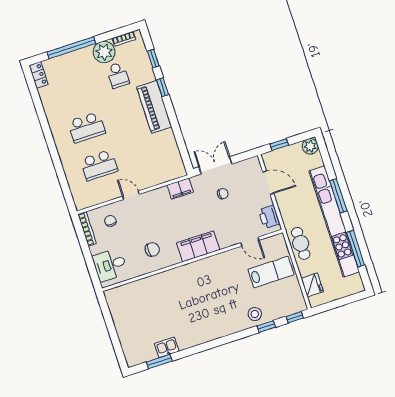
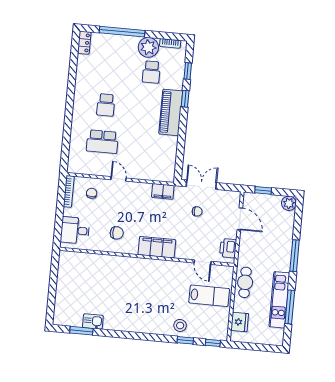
school desk: (87, 127) -> (106, 105), width x0.54
kitchen unit: (334, 221) -> (279, 300), width x0.54

